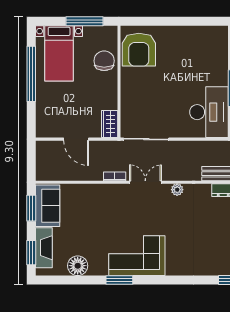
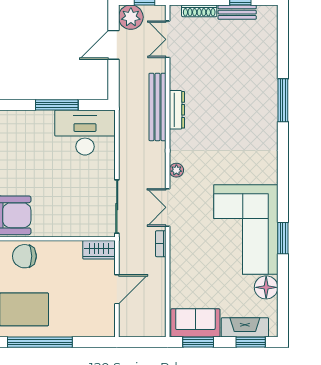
corner sofa: (137, 256) -> (246, 229), width x1.36, depth x1.36

